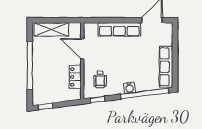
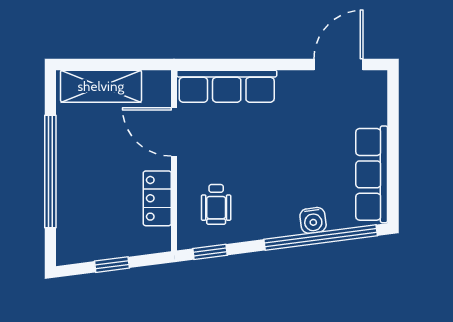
row of seats: (119, 29) -> (227, 86), moved
water cooler: (129, 88) -> (313, 220), moved
window: (46, 106) -> (112, 265), moved

